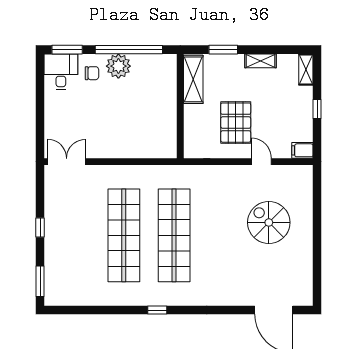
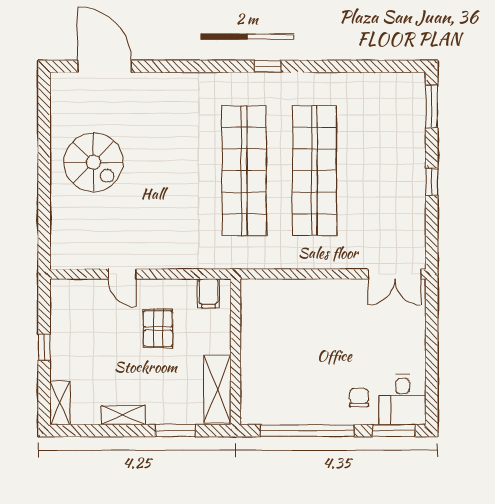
plant: (118, 66) -> (322, 408), removed
chair: (92, 73) -> (359, 398), turned 90
pallet: (236, 123) -> (158, 329), width x0.67, depth x0.71
filing cabinet: (302, 150) -> (208, 293), moved, turned 90
spiral stairs: (269, 222) -> (94, 162), moved

